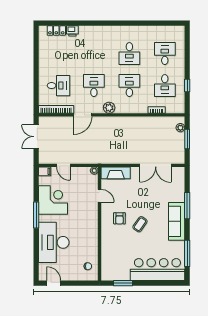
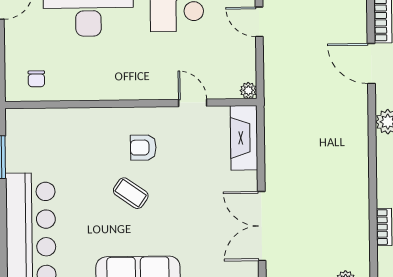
door: (63, 165) -> (259, 22), hinge flipped
door: (100, 196) -> (193, 103), swing flipped

